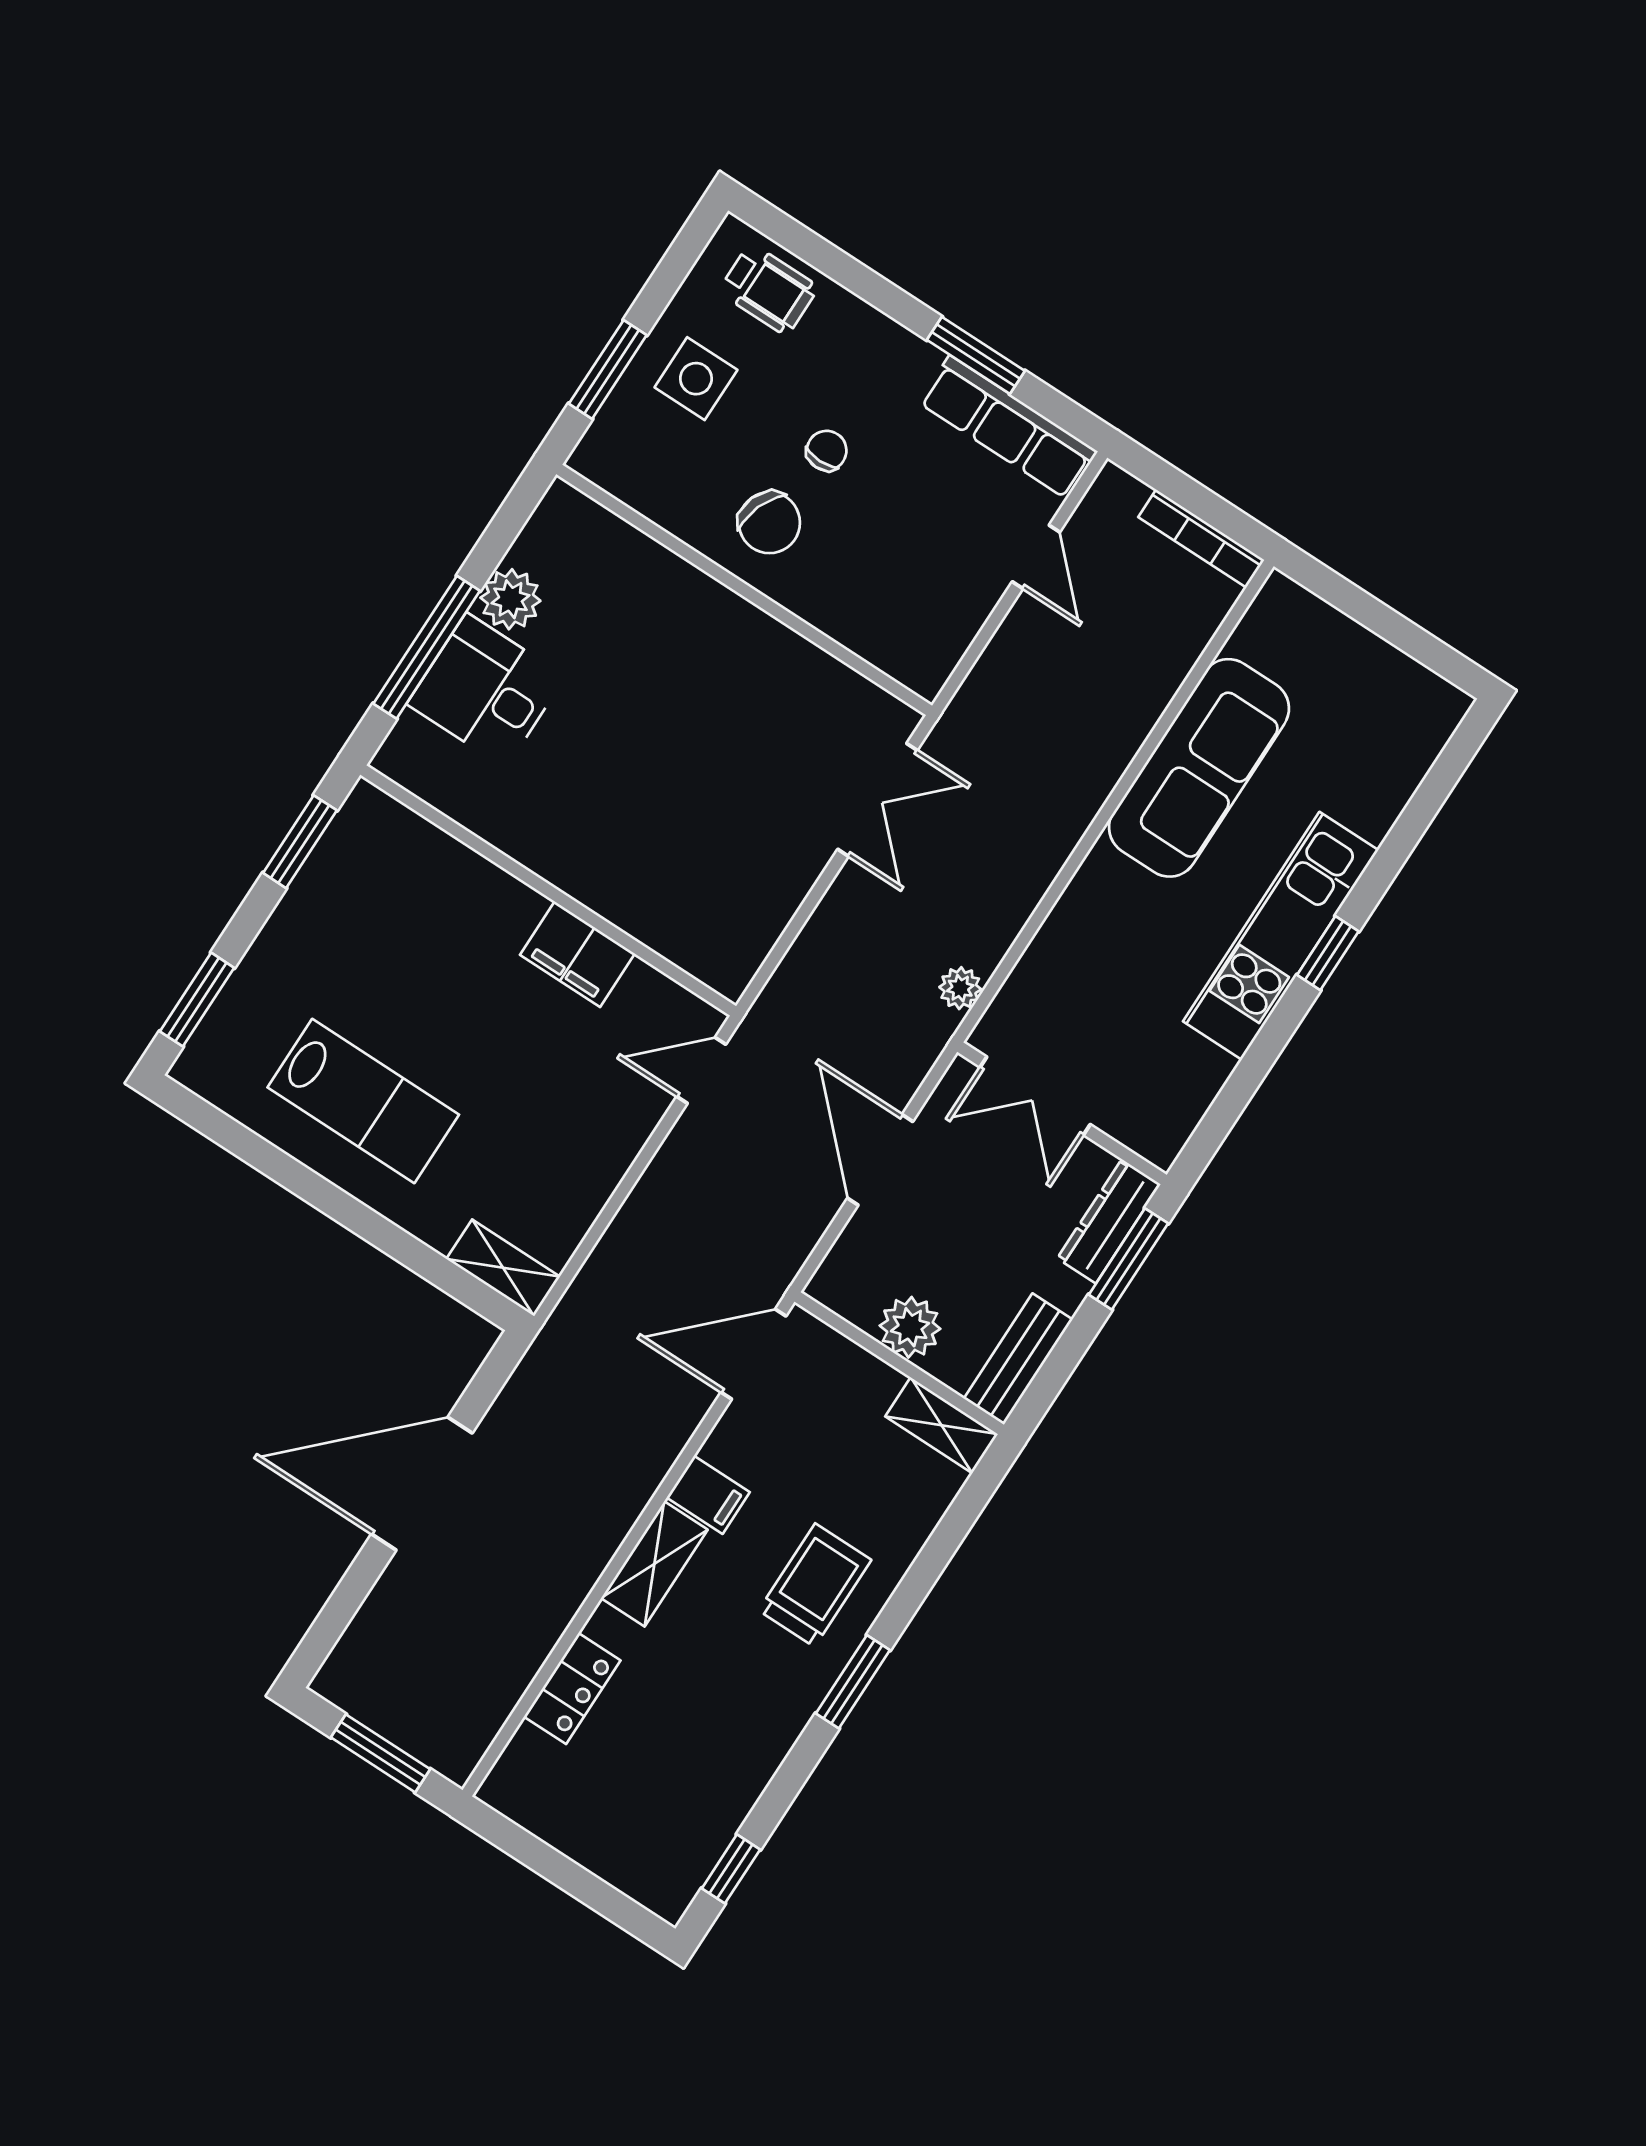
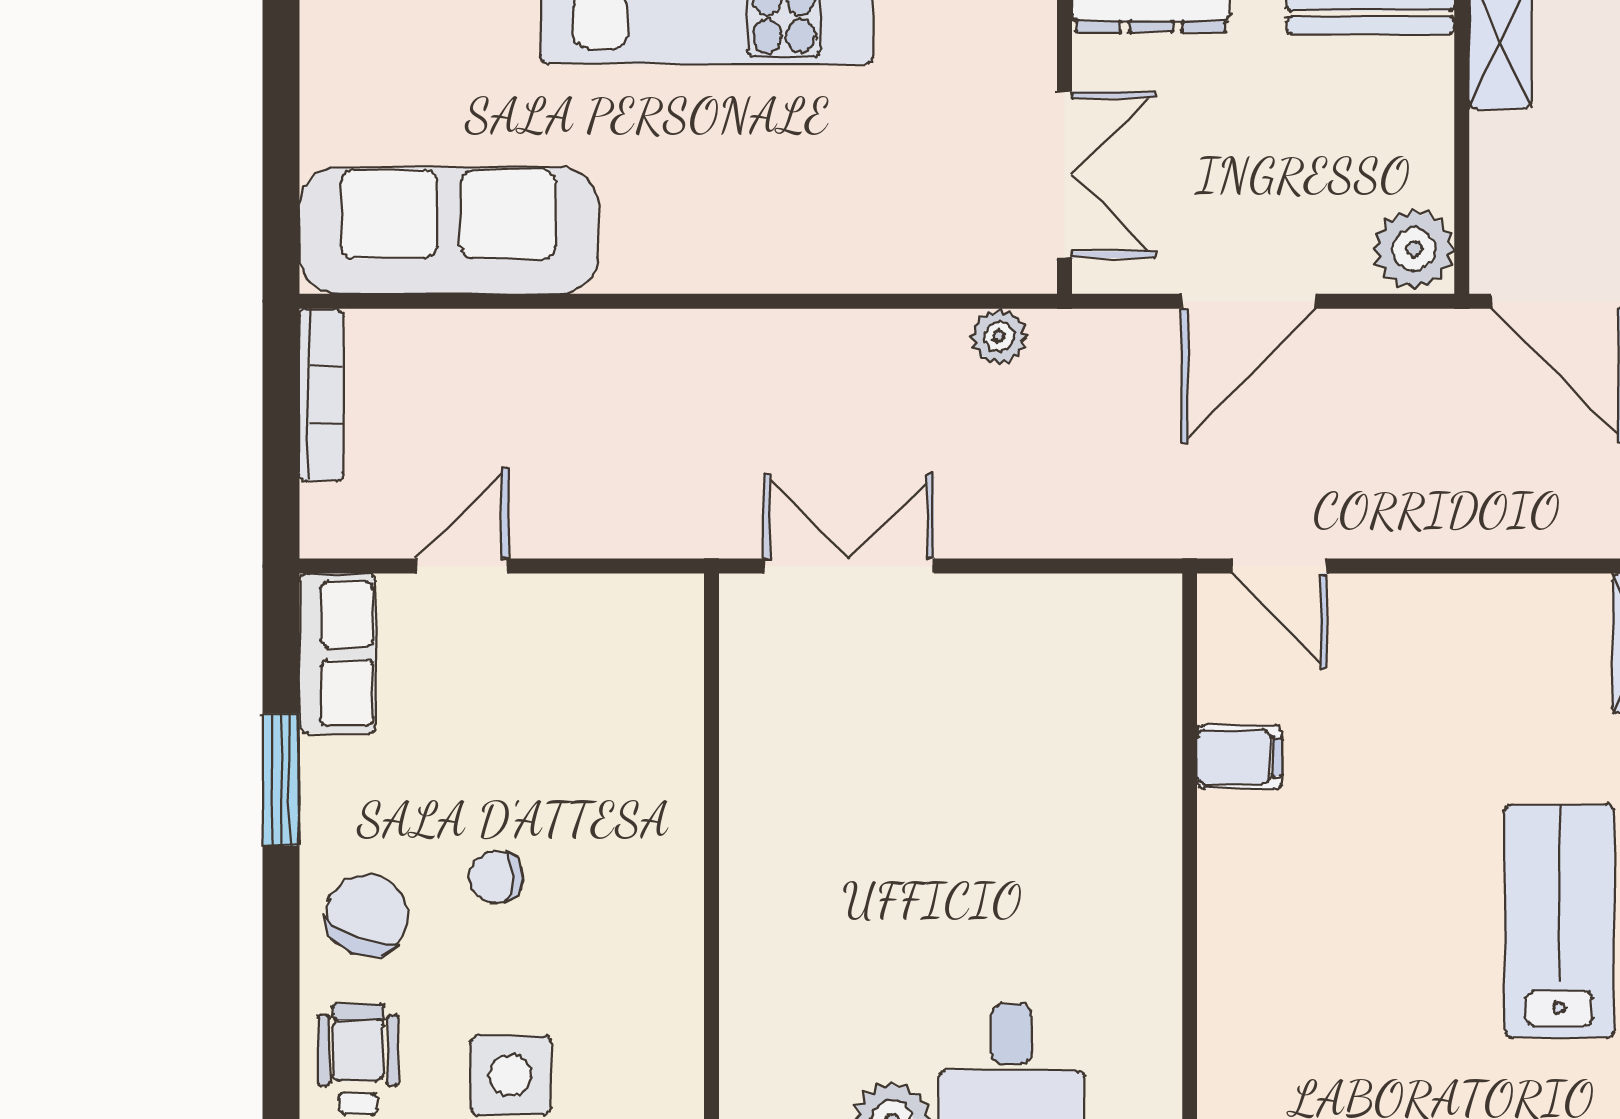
row of seats: (1008, 427) -> (338, 653), width x0.68
chair: (769, 523) -> (367, 915), moved
sofa: (1199, 768) -> (449, 231), moved
filing cabinet: (577, 954) -> (1240, 757), width x0.50
plant: (910, 1327) -> (1414, 249), moved

